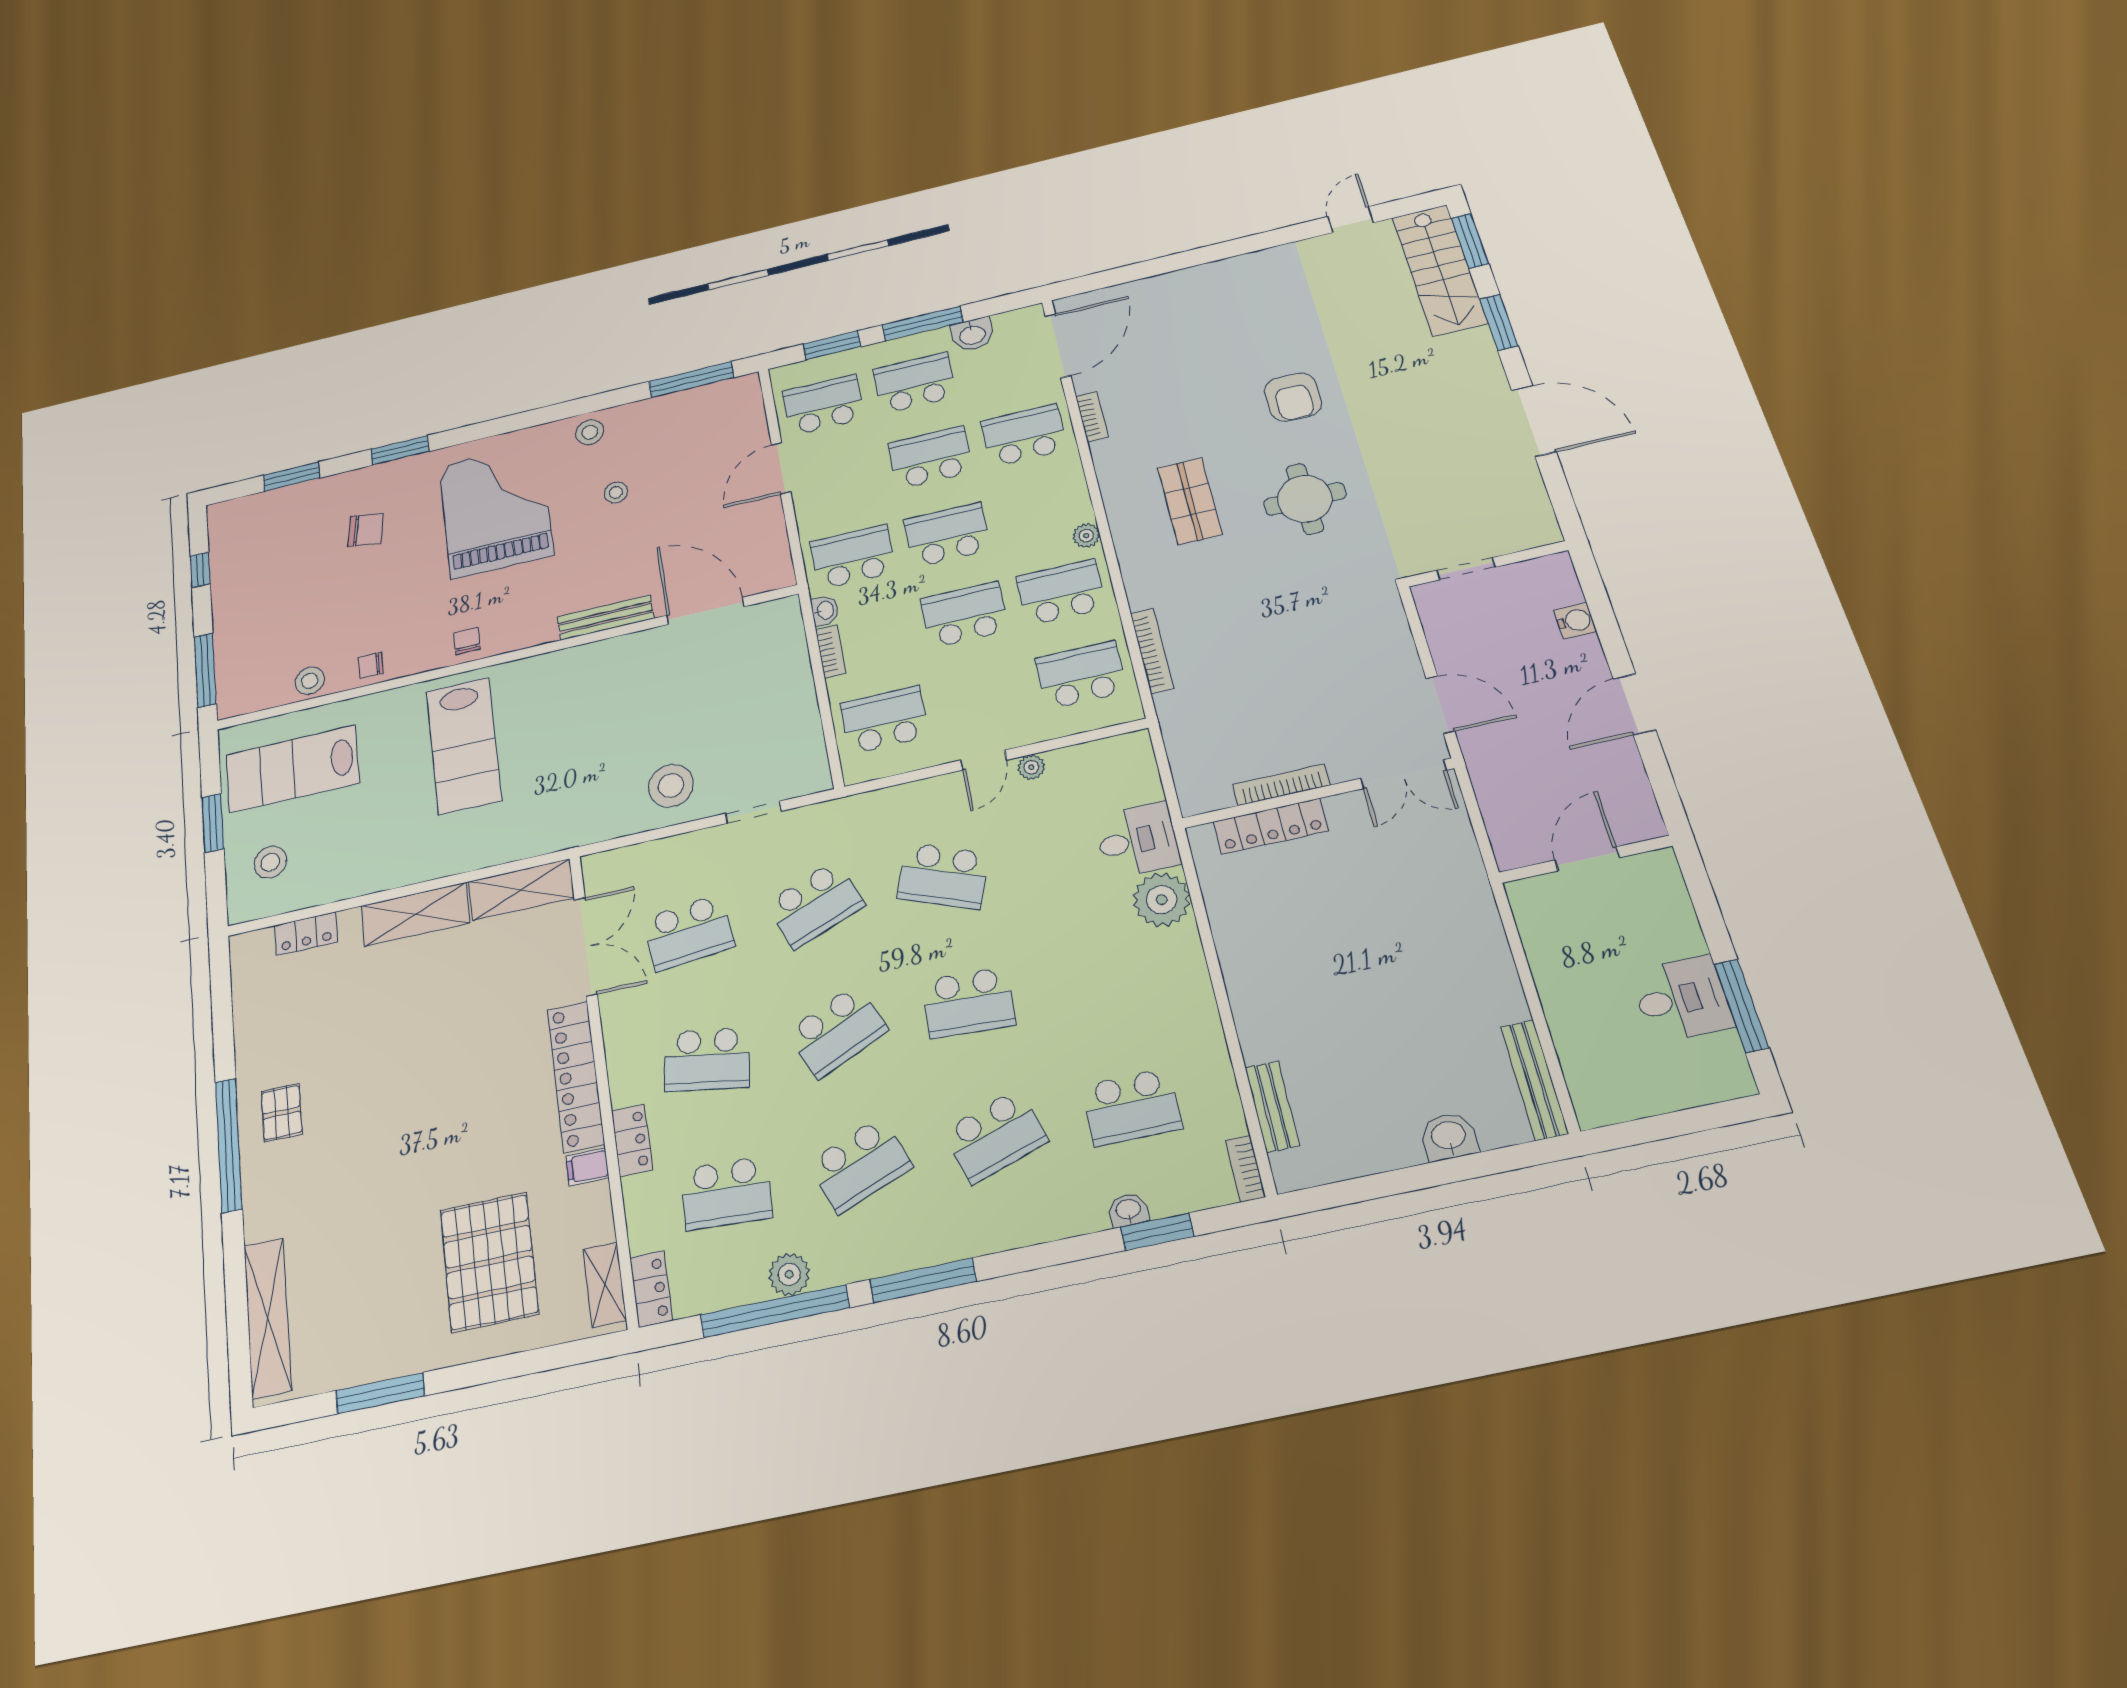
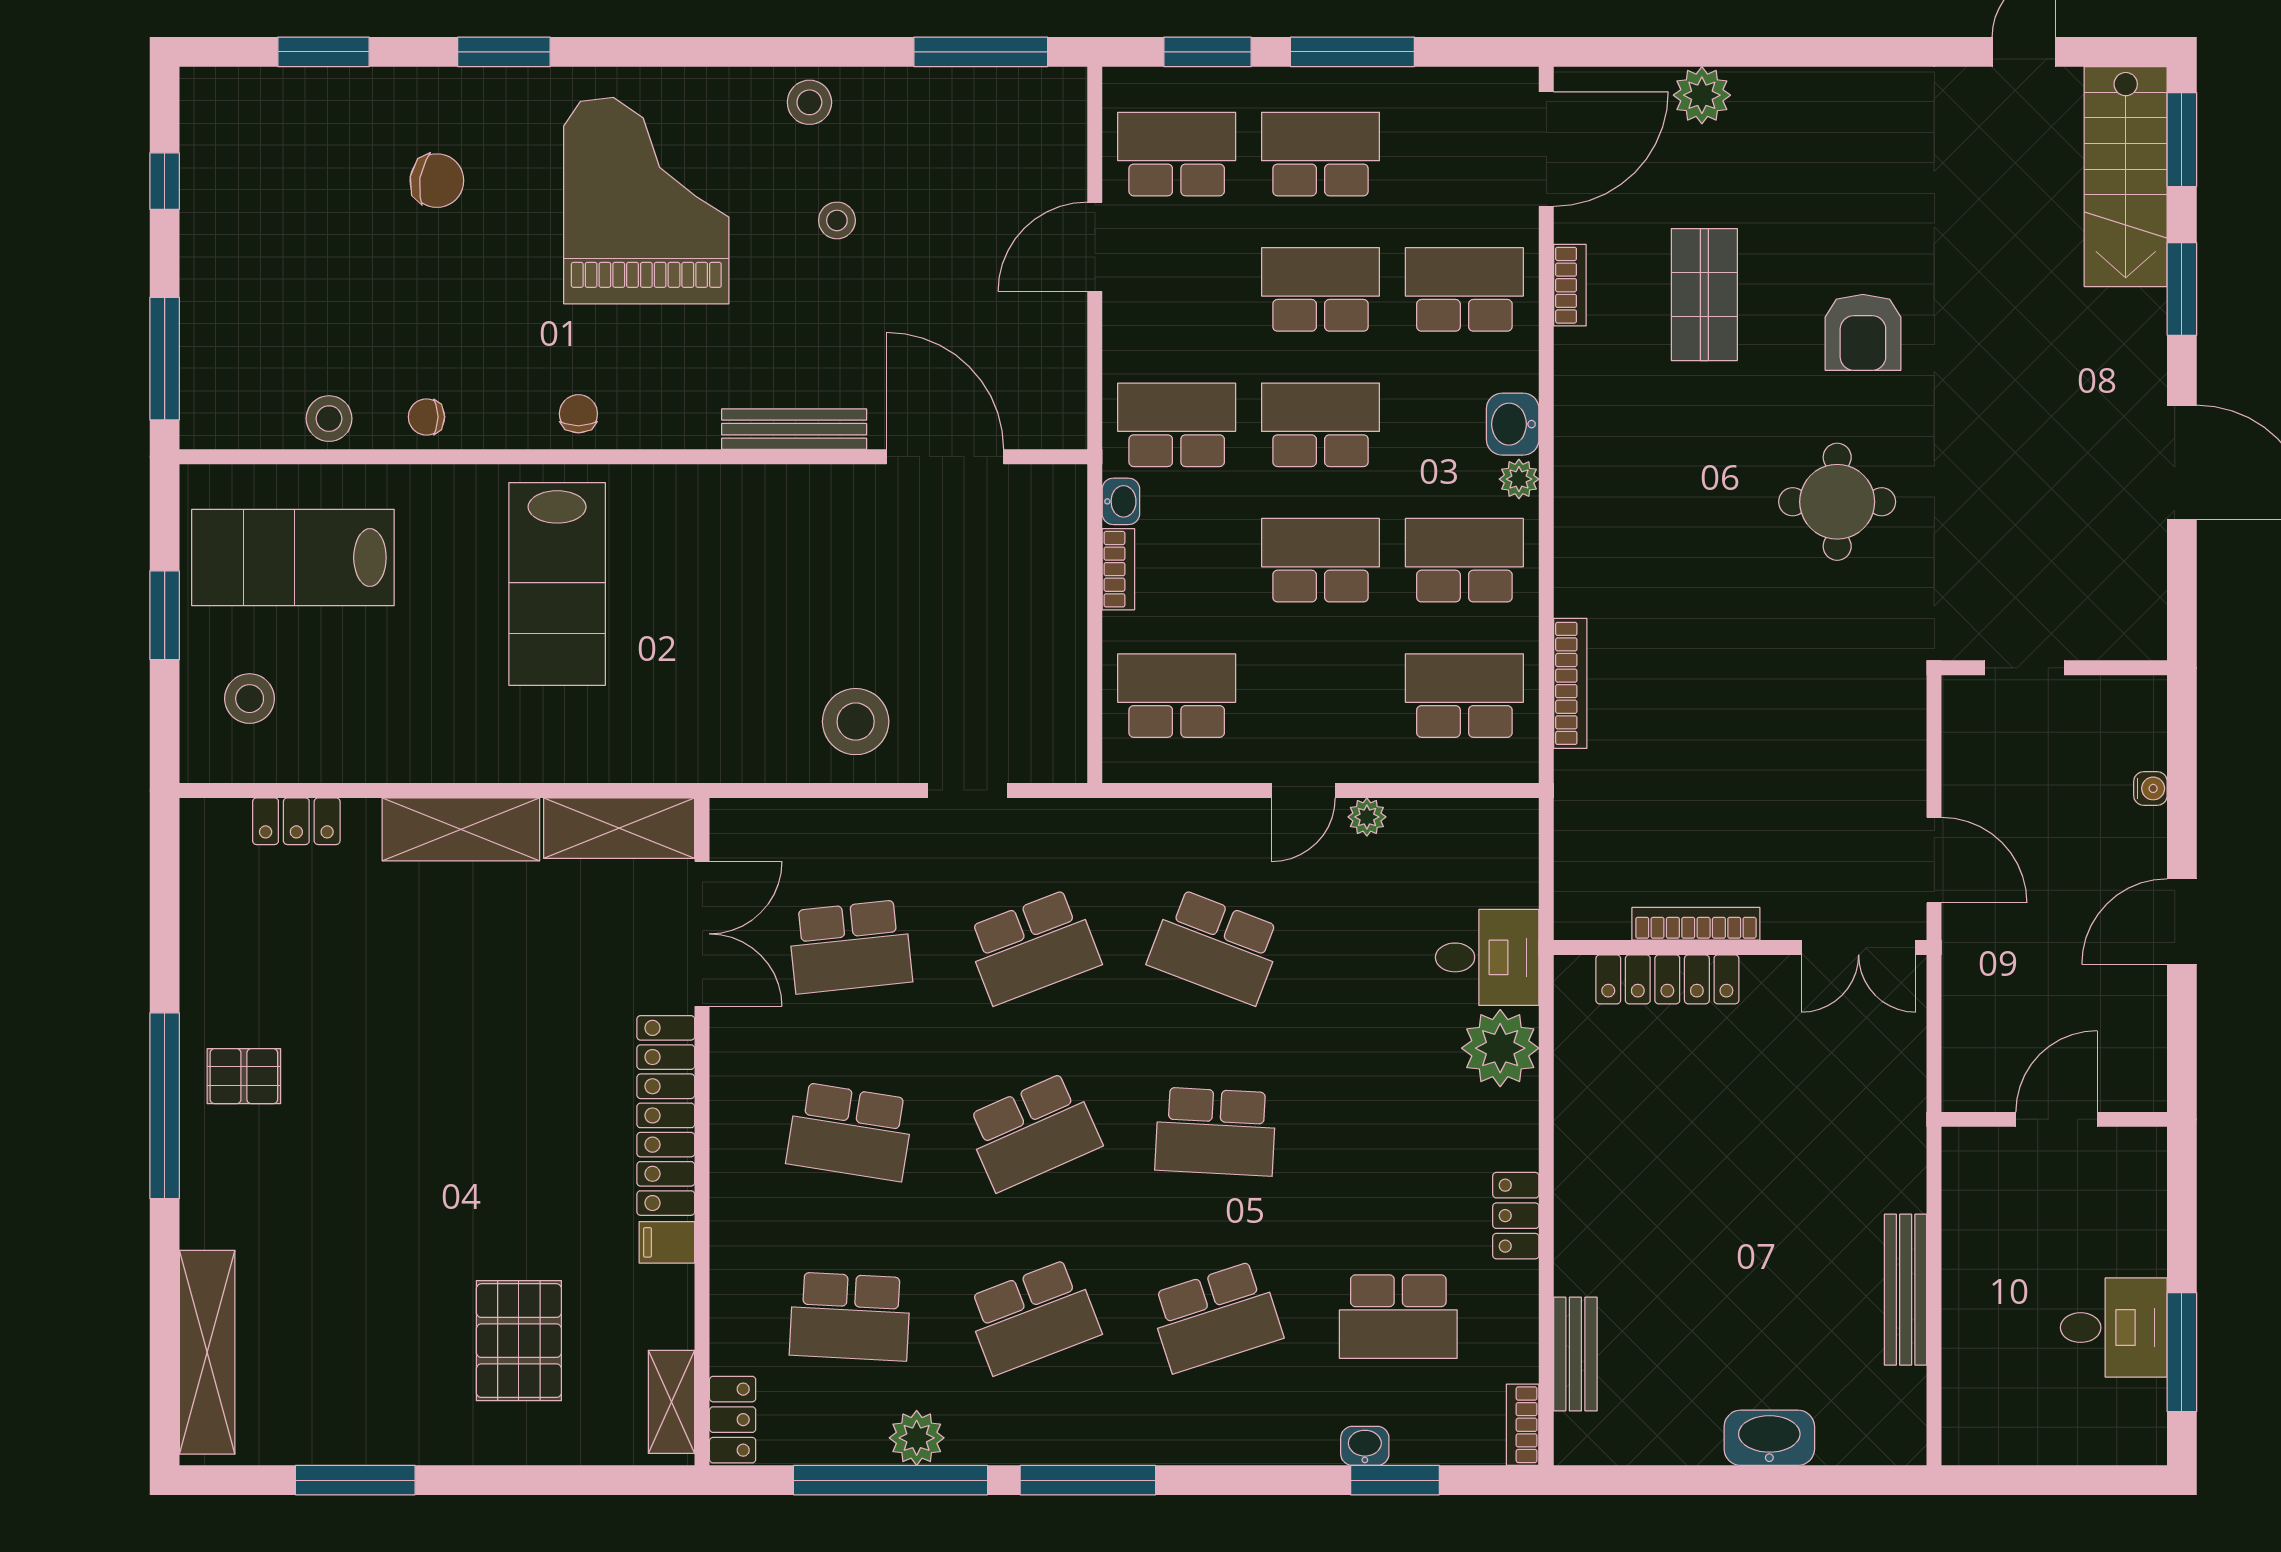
plant: (1150, 293) -> (1702, 95), added
washbasin: (972, 334) -> (1513, 424), moved, turned 90
shop shelf: (1190, 501) -> (1704, 295), moved
water cooler: (1575, 621) -> (2150, 788), width x0.72, depth x0.72
bench: (1534, 1080) -> (1906, 1290), moved
pallet: (282, 1113) -> (244, 1076), turned 90
washbasin: (1449, 1137) -> (1769, 1438), width x1.38
locker: (632, 1140) -> (1516, 1216), moved, turned 180
pallet: (489, 1262) -> (519, 1341), width x0.73, depth x0.71

